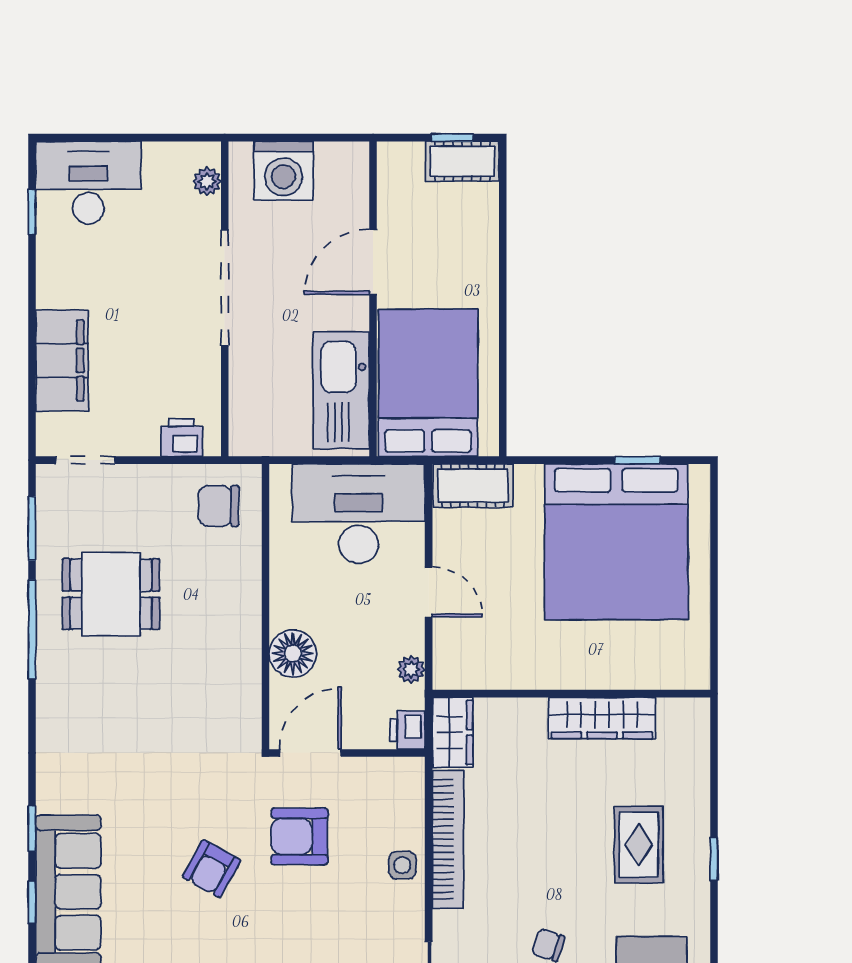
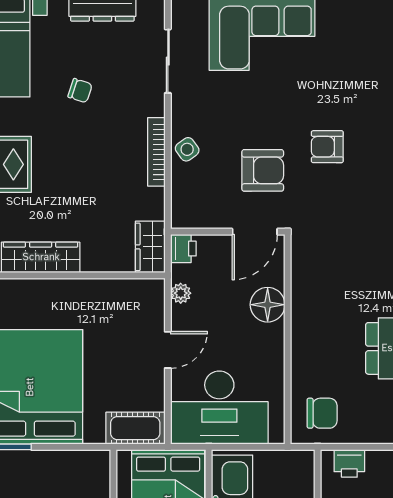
door: (429, 592) -> (168, 350), swing flipped
bookcase: (448, 839) -> (156, 152), width x0.68, depth x0.76
side table: (402, 865) -> (187, 149), turned -36
armchair: (212, 869) -> (327, 147), turned -119

